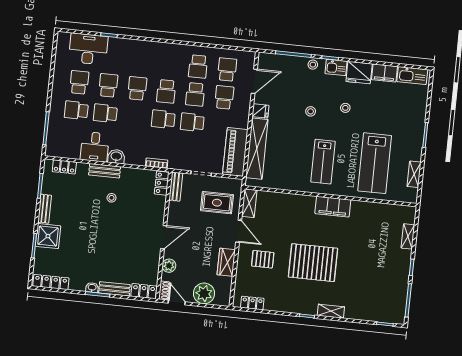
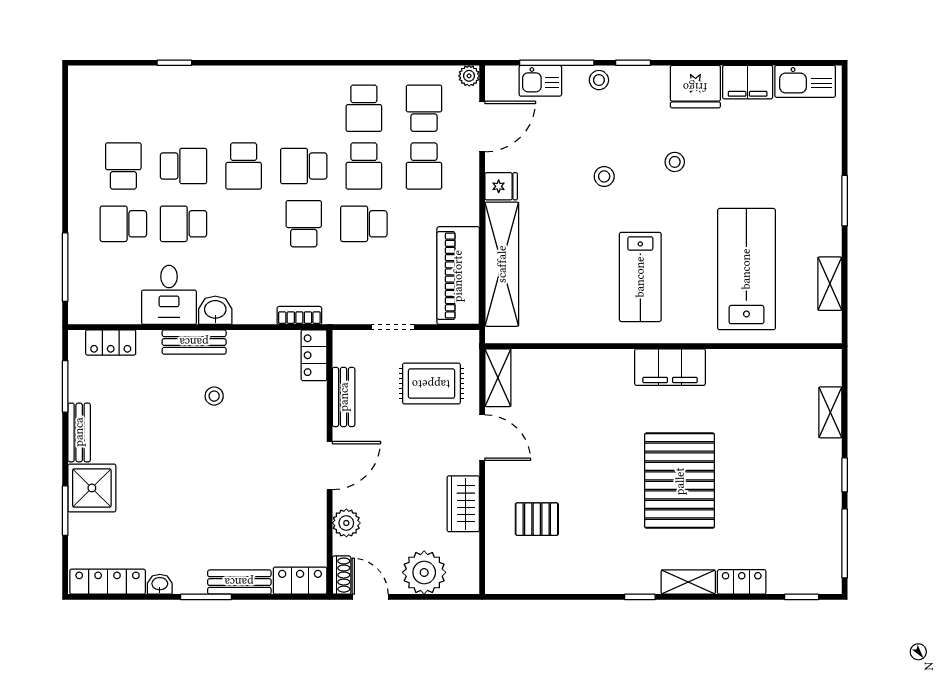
desk: (88, 49) -> (135, 96), removed
plant: (250, 56) -> (469, 76), added
kitchen sink: (336, 67) -> (540, 81), moved
school desk: (108, 85) -> (183, 166), turned 90
school desk: (137, 88) -> (244, 166), turned 180
school desk: (166, 91) -> (304, 166), turned 90
school desk: (224, 97) -> (424, 166), turned 180
school desk: (163, 119) -> (304, 224), turned 90
lab bench: (375, 163) -> (746, 269), turned 180
bench: (176, 187) -> (344, 397), moved
pallet: (263, 259) -> (537, 519), moved
pallet: (313, 263) -> (680, 481), moved, turned 90
washbasin: (92, 288) -> (160, 584), moved
locker: (252, 303) -> (742, 582), moved

